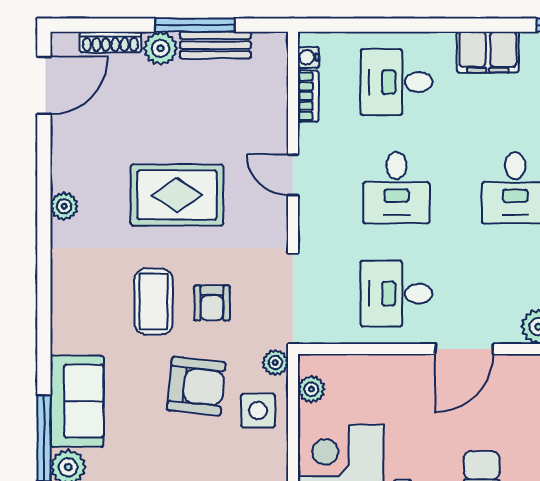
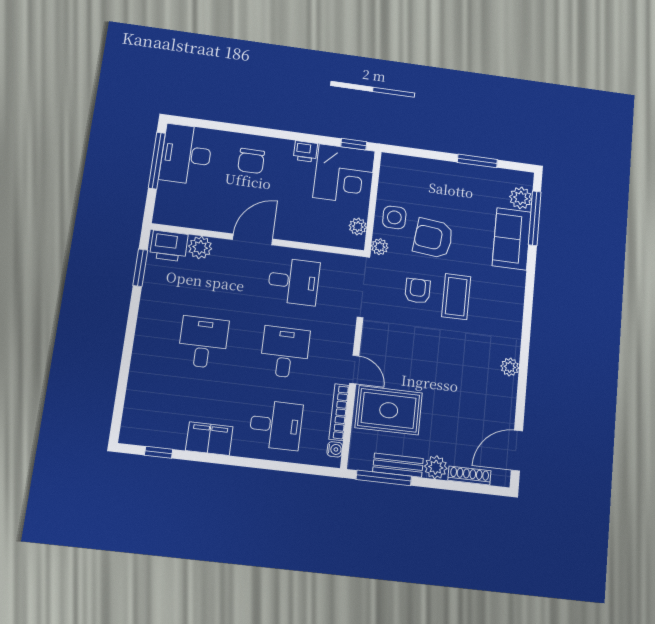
window: (195, 25) -> (384, 478), moved
bookcase: (308, 96) -> (339, 412), width x1.56
rug: (177, 195) -> (389, 410), moved

